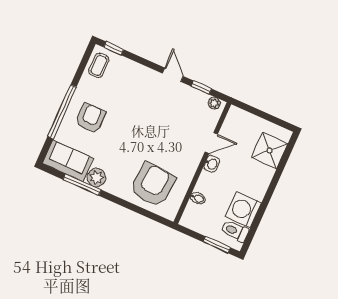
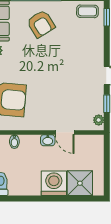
armchair: (91, 118) -> (41, 24), turned 58
washing machine: (243, 210) -> (54, 183), moved

